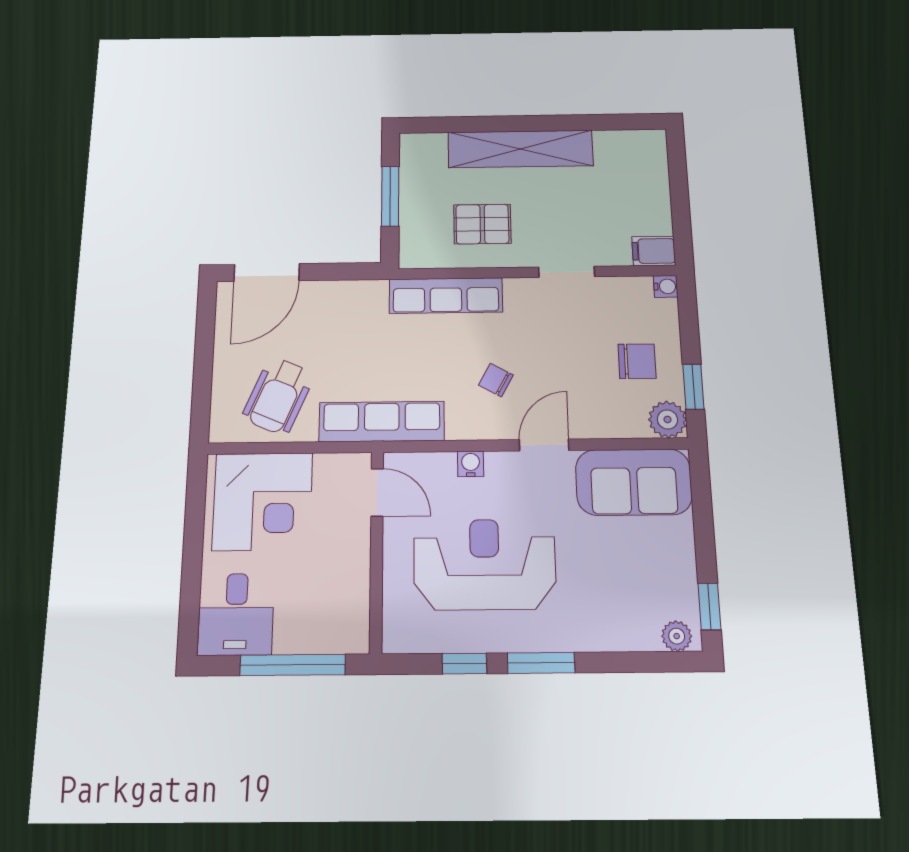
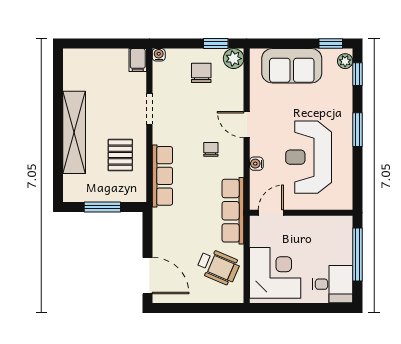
chair: (496, 380) -> (211, 149), turned 151
sofa: (634, 482) -> (292, 66), moved, turned 90
window: (464, 664) -> (358, 74), moved

